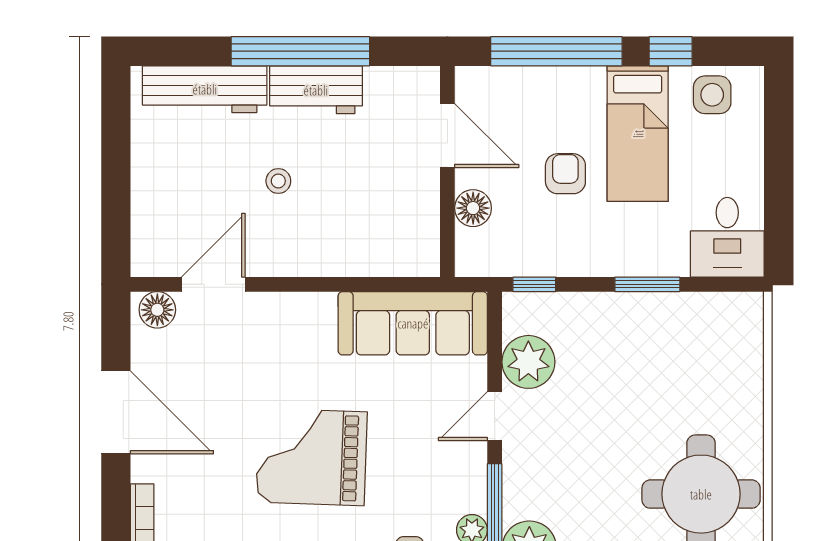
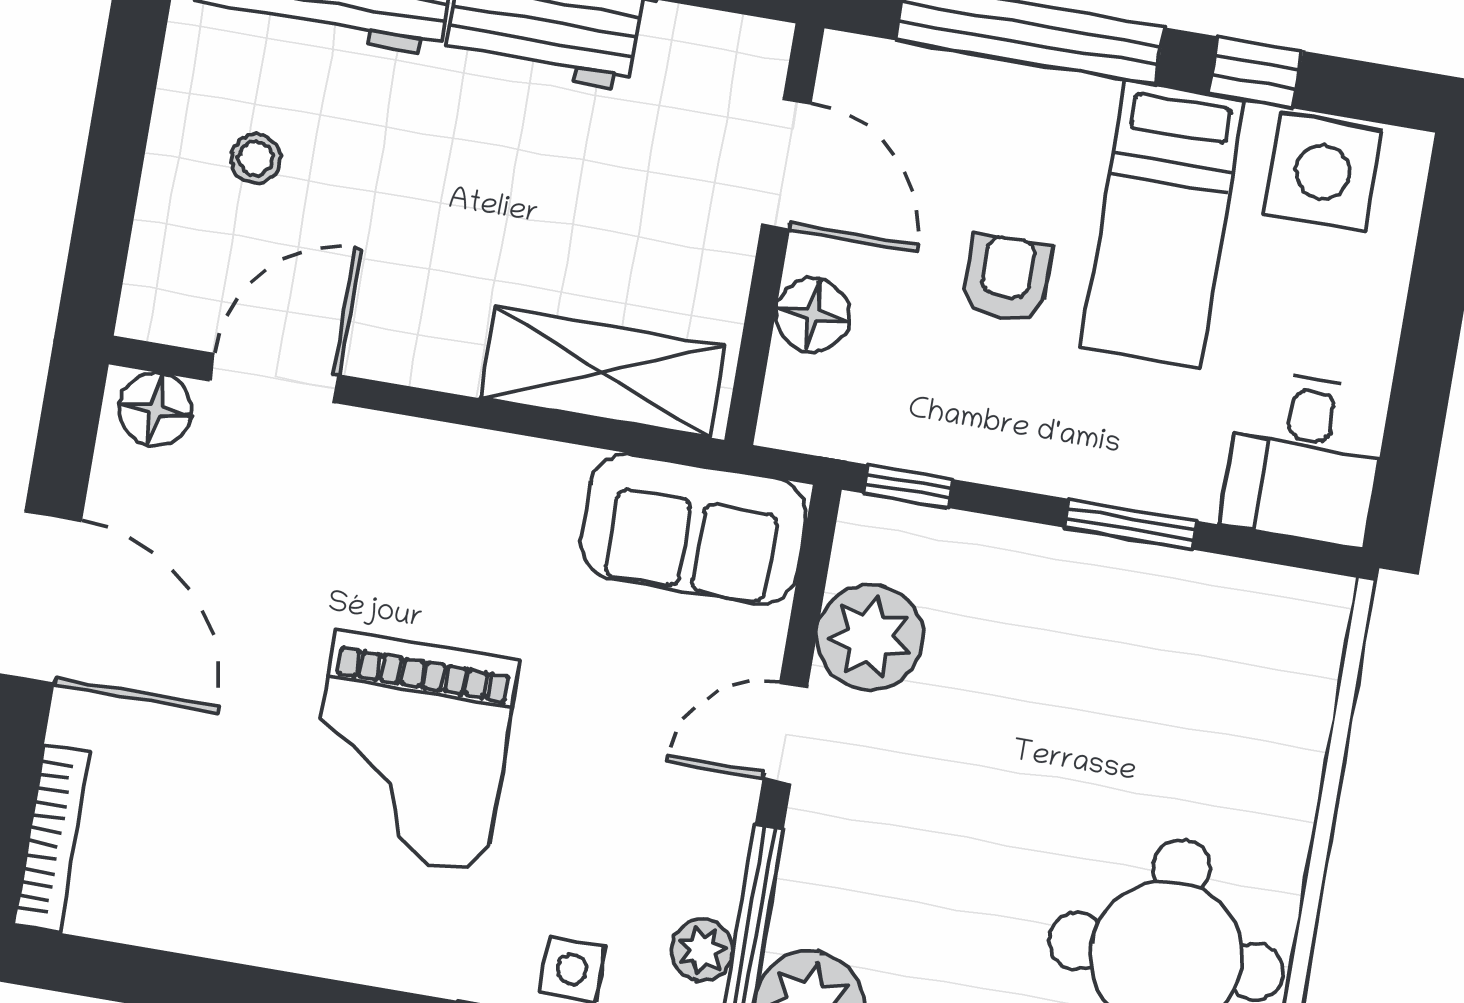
side table: (712, 95) -> (1323, 172), width x1.37, depth x1.37
stool: (278, 181) -> (256, 159), moved
shelving: (374, 254) -> (603, 372), added
sofa: (413, 323) -> (694, 529), width x0.73
grand piano: (312, 457) -> (410, 752), turned -92

